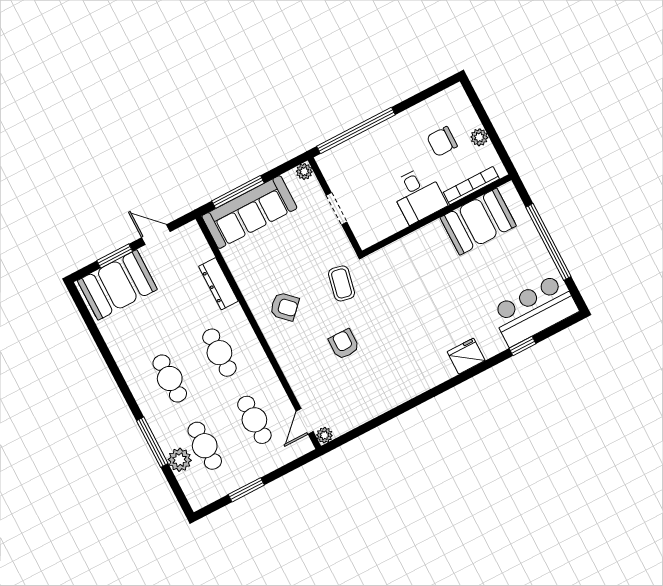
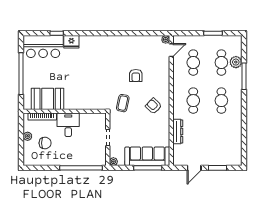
door: (156, 235) -> (194, 168), hinge flipped
booth: (117, 285) -> (223, 154), removed
fridge: (466, 356) -> (71, 42), moved

